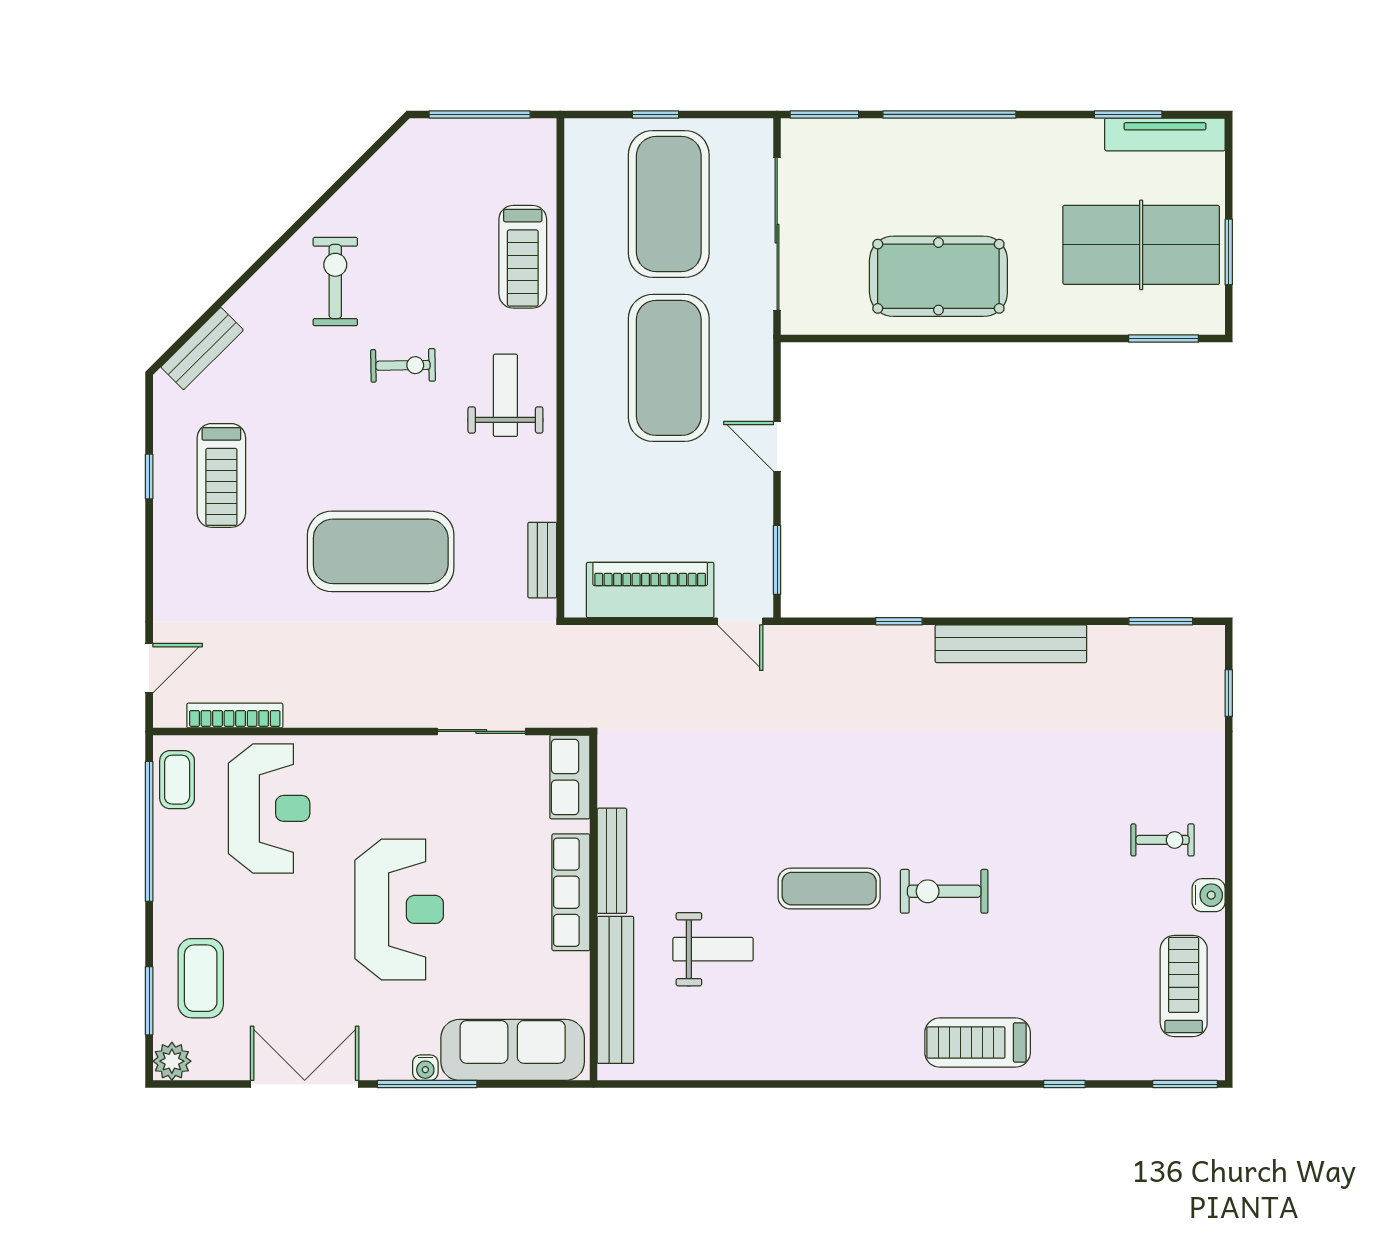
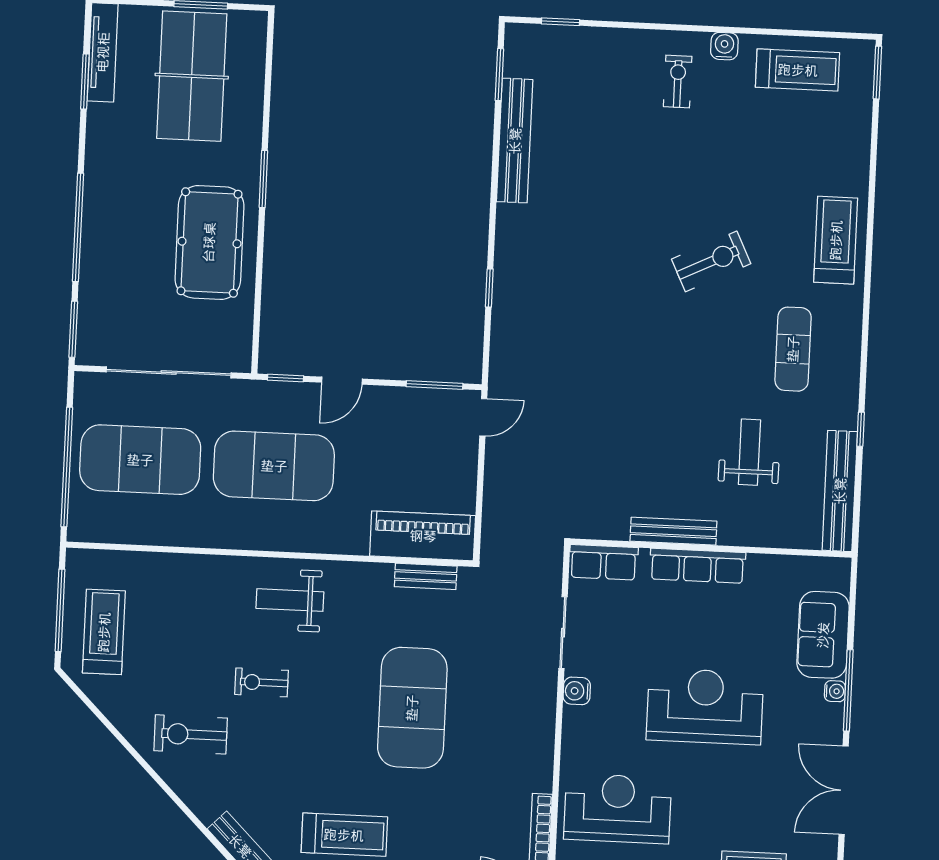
window: (655, 114) -> (67, 467), width x3.17
treadmill: (523, 257) -> (104, 632), moved, turned -90
window: (1163, 339) -> (263, 179), moved
exercise bike: (403, 365) -> (262, 682), turned -89
window: (777, 377) -> (286, 378), added
piano: (650, 590) -> (423, 536), moved, turned 90
bench: (1011, 644) -> (515, 141), moved
water cooler: (411, 752) -> (577, 691), added
exercise mat: (829, 889) -> (793, 349), moved
exercise bike: (944, 891) -> (711, 261), turned -116
treadmill: (1184, 986) -> (798, 70), turned 180
bench: (615, 990) -> (840, 491), moved, turned 90
treadmill: (978, 1043) -> (836, 240), turned 180
sofa: (513, 1050) -> (823, 635), width x0.73
window: (1064, 1084) -> (861, 429), moved

